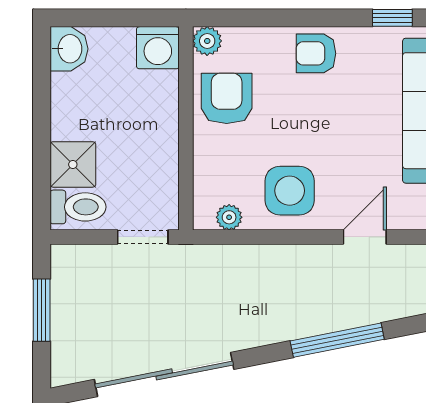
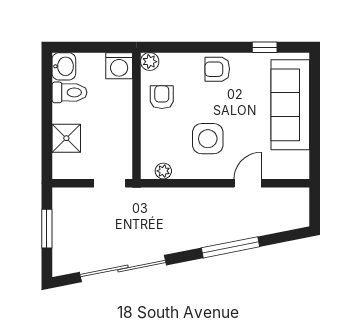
armchair: (227, 98) -> (162, 97), width x0.72, depth x0.72
side table: (290, 191) -> (208, 139), moved
toilet: (78, 207) -> (69, 92), moved

